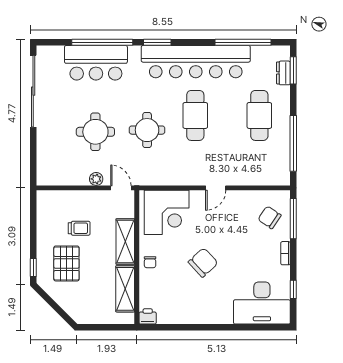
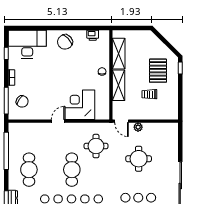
round table: (147, 130) -> (96, 146), moved
corner desk: (167, 212) -> (80, 105), moved
chair: (203, 263) -> (65, 42), moved
printer: (148, 316) -> (93, 35), moved

